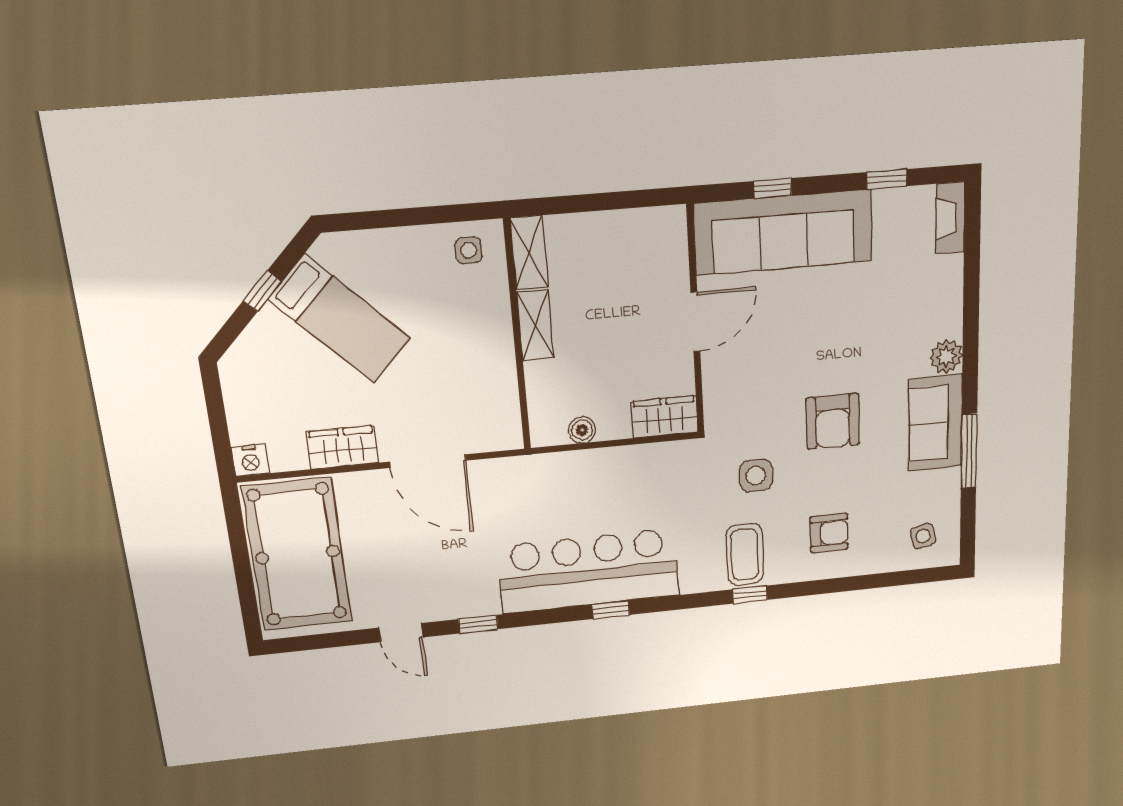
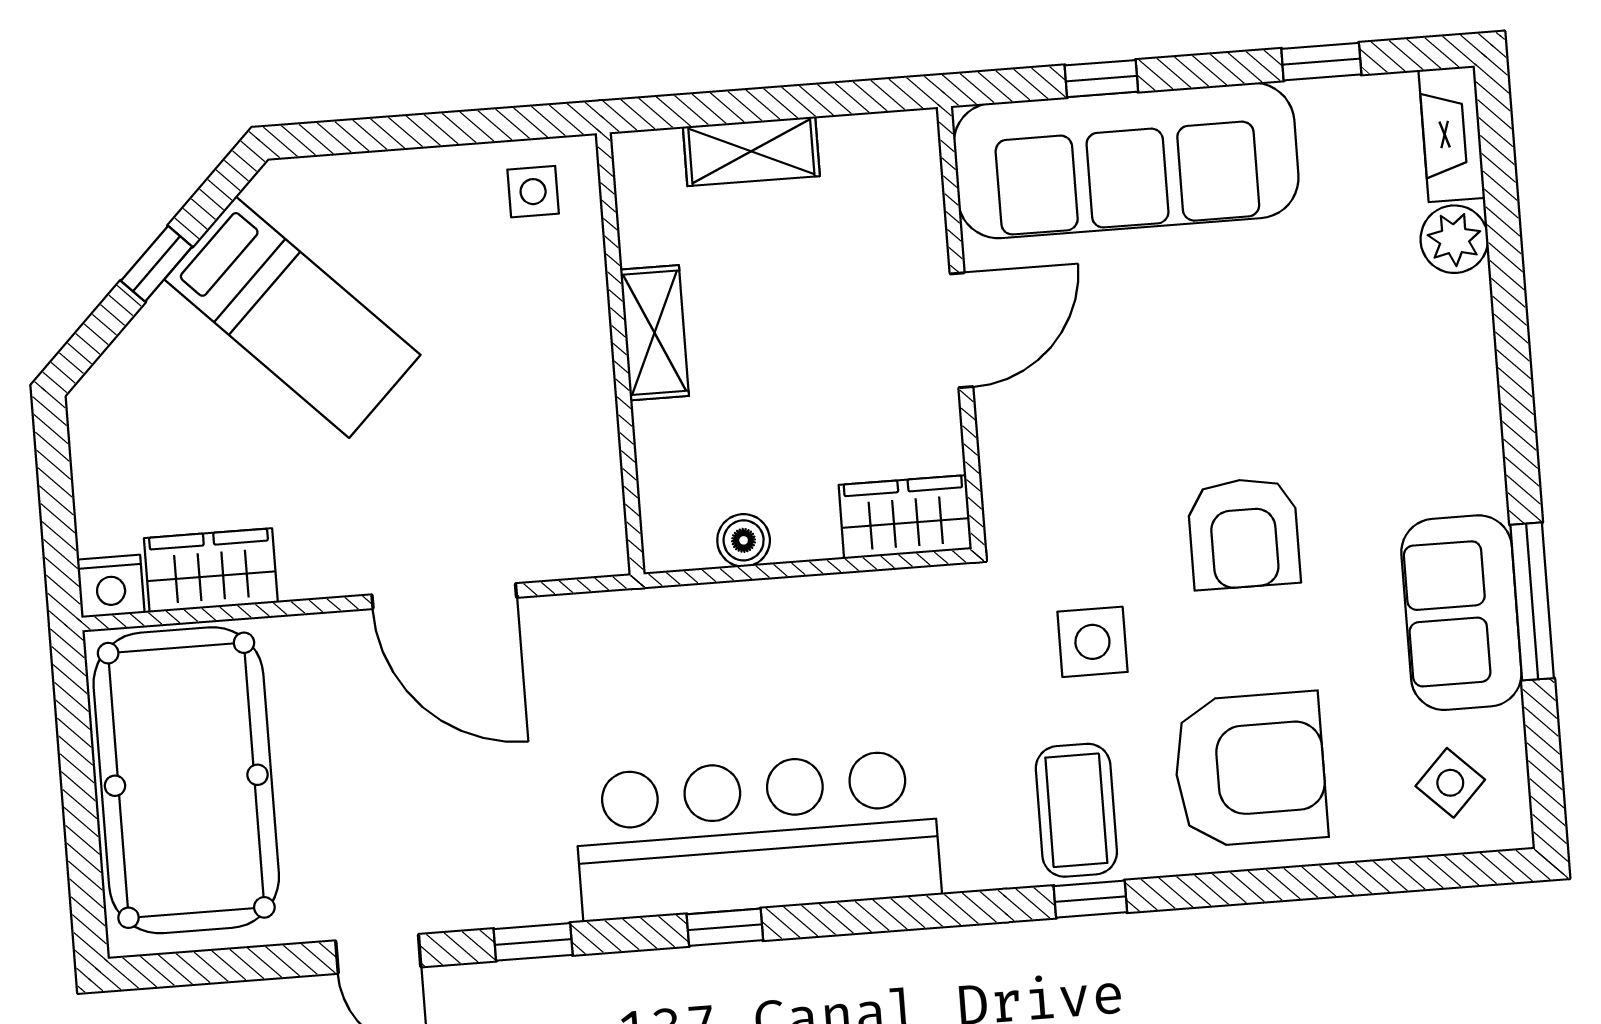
shelving: (529, 253) -> (751, 151), moved, turned 90
plant: (946, 356) -> (1454, 239), moved
sofa: (935, 423) -> (1461, 613), moved
wardrobe: (343, 447) -> (211, 570), moved
armchair: (829, 533) -> (1250, 769), width x1.88, depth x1.88
side table: (923, 536) -> (1450, 783), turned -34
window: (611, 610) -> (725, 927), moved

